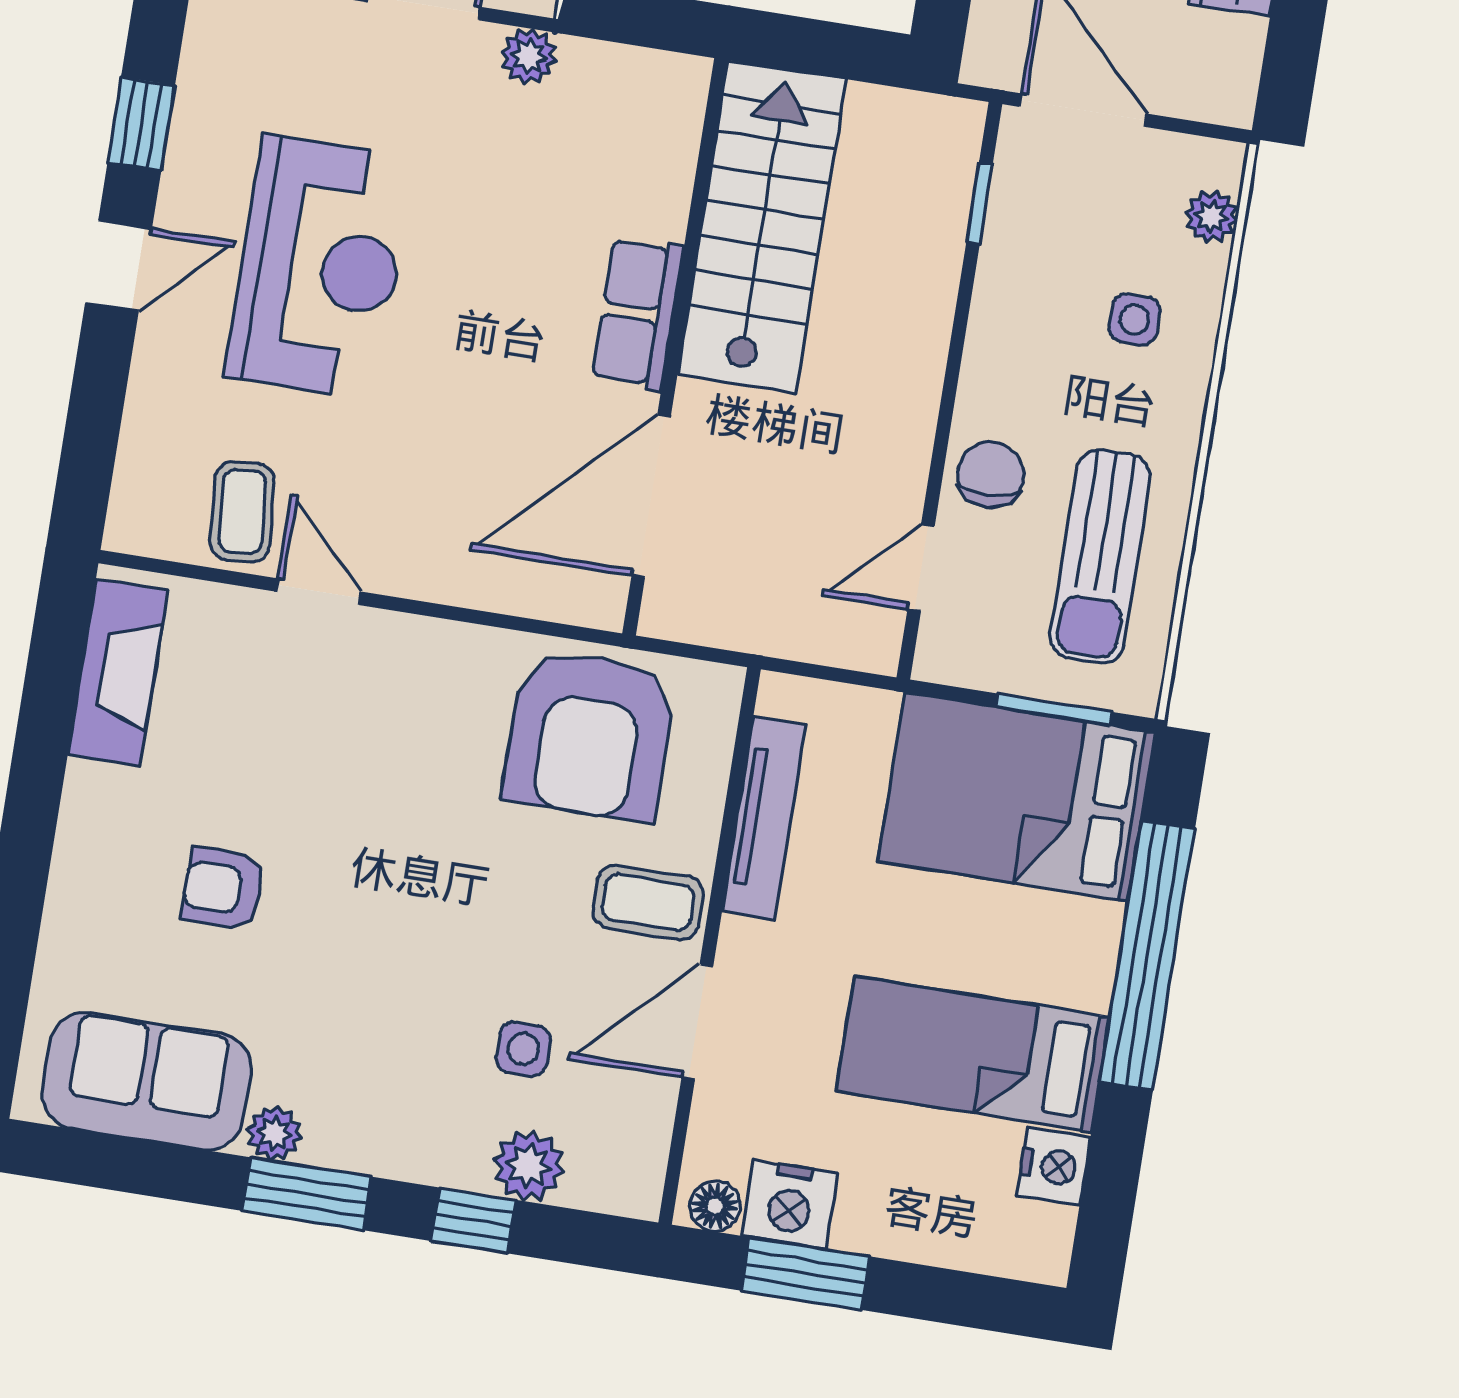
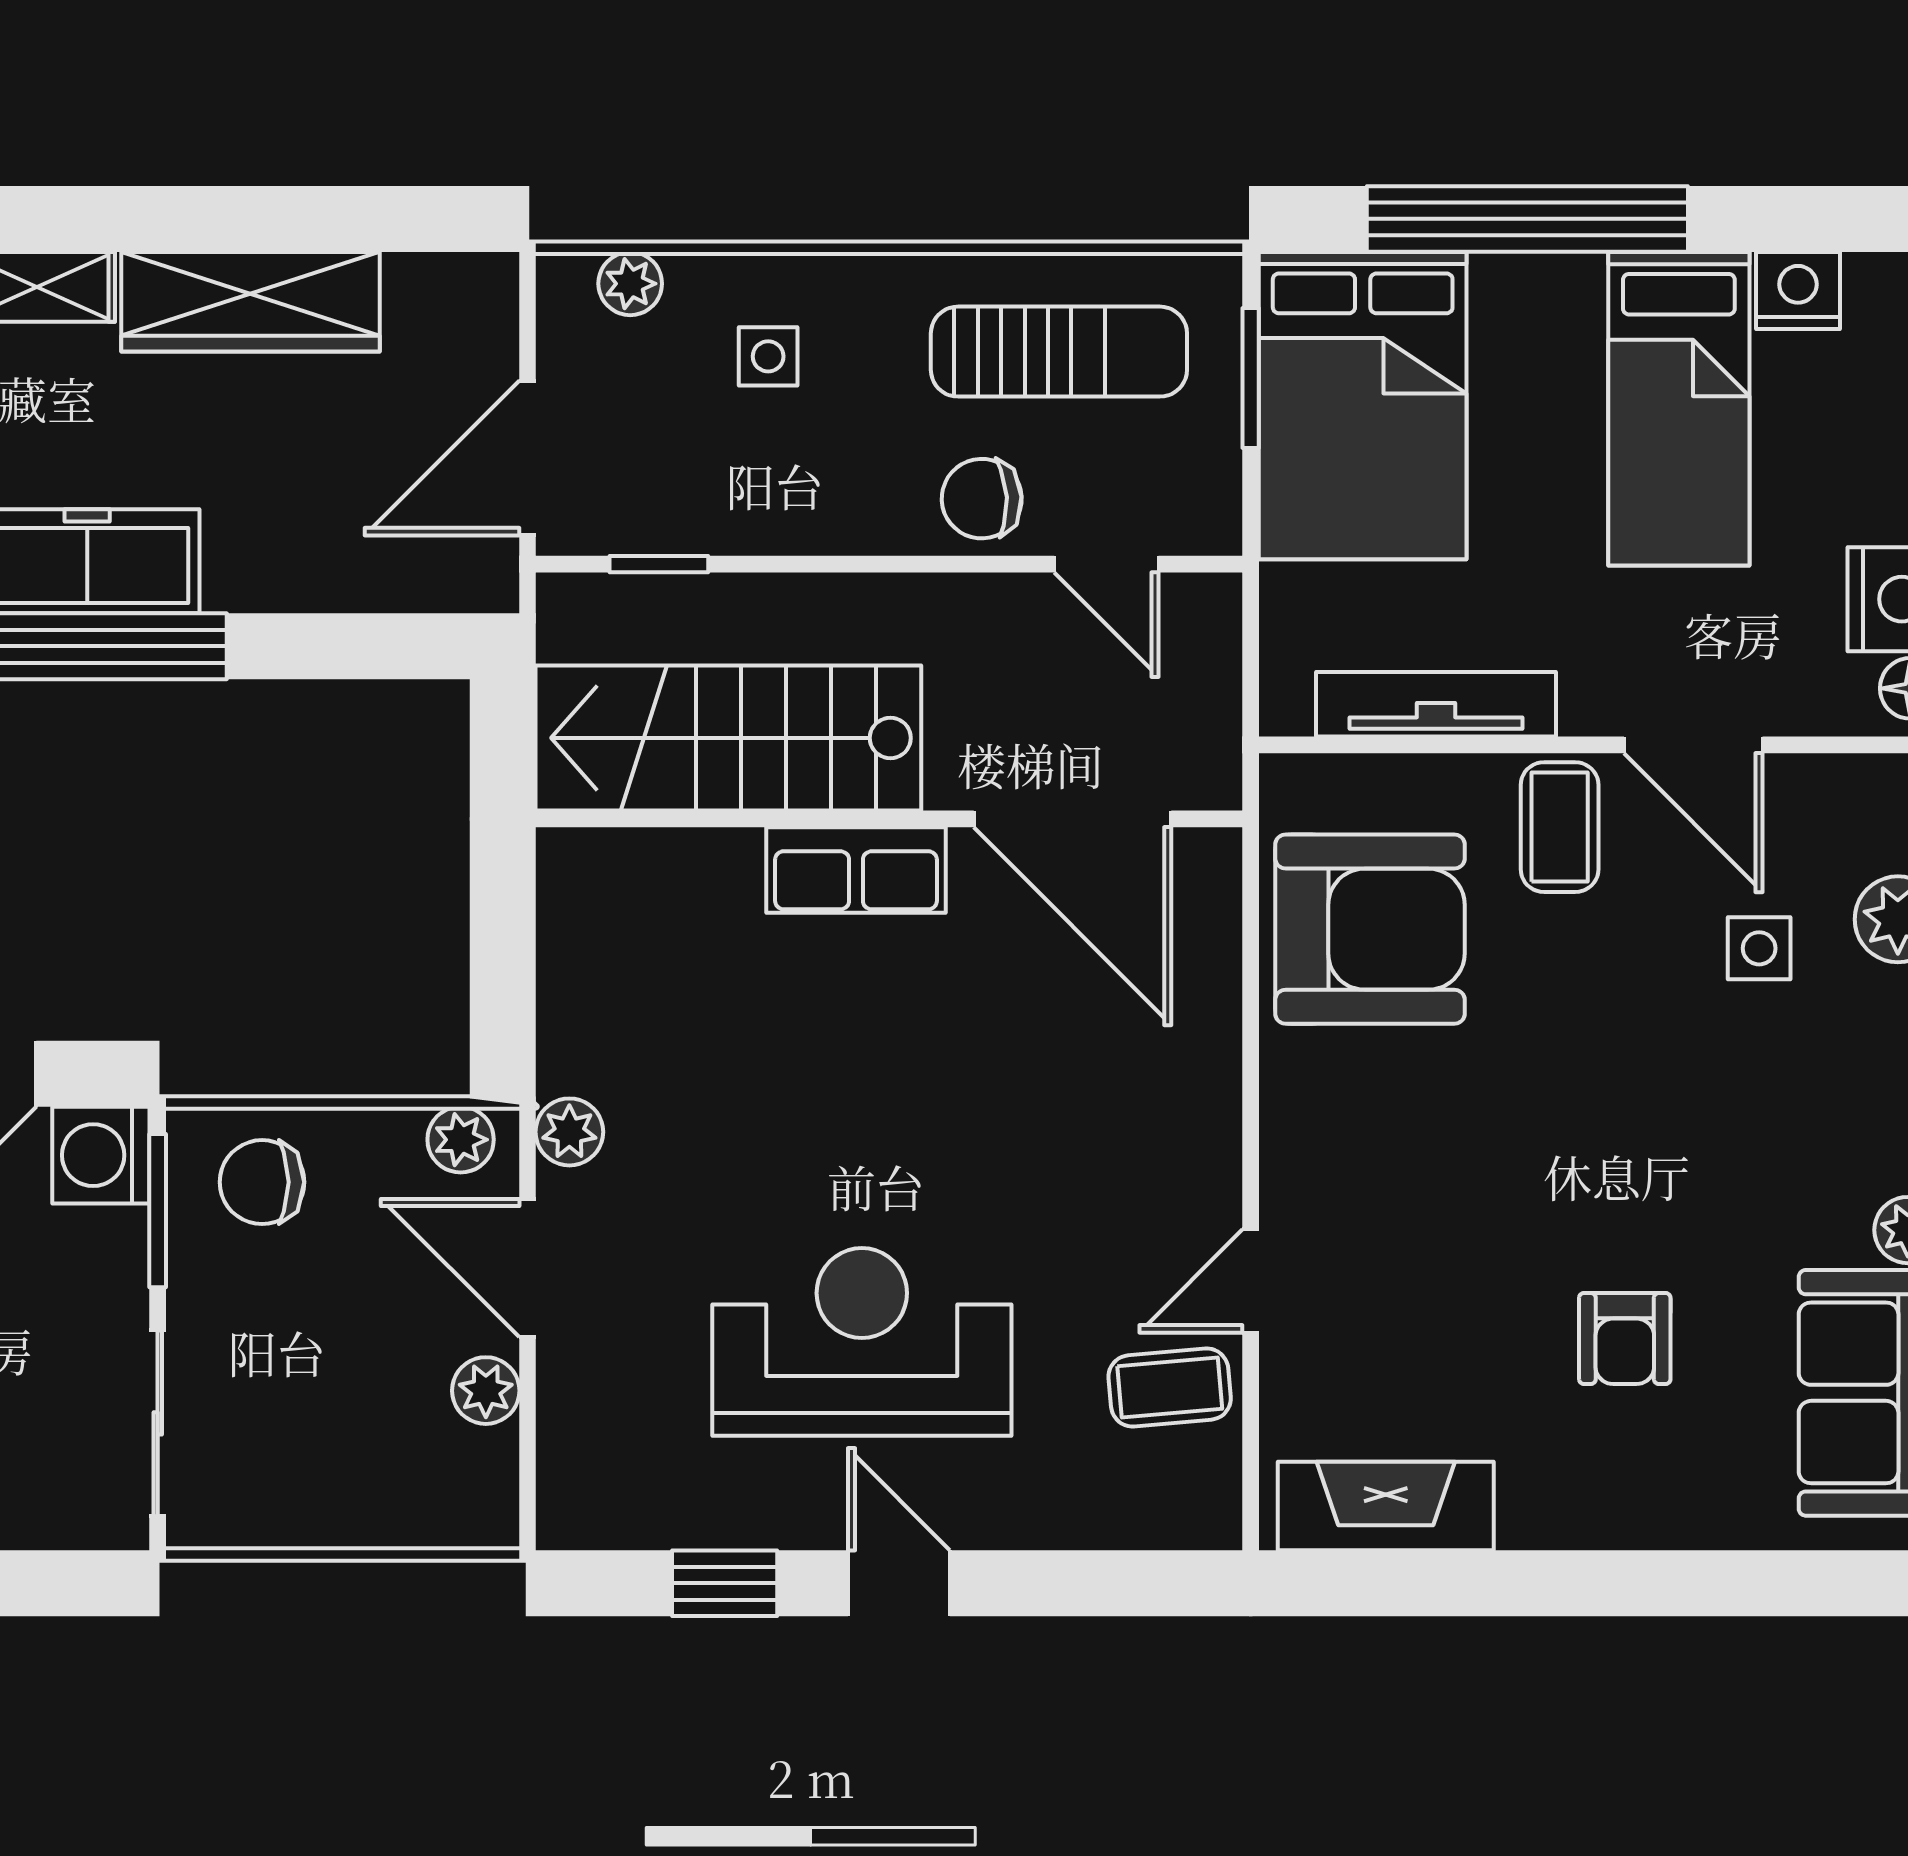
stairs: (762, 227) -> (728, 738), moved
row of seats: (638, 313) -> (856, 870), moved
wall: (675, 347) -> (889, 819), moved
door: (651, 496) -> (1073, 819), moved

